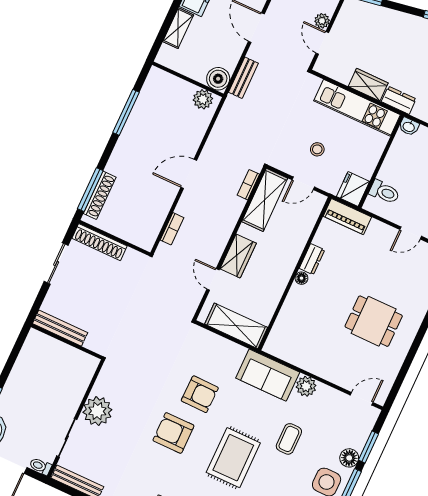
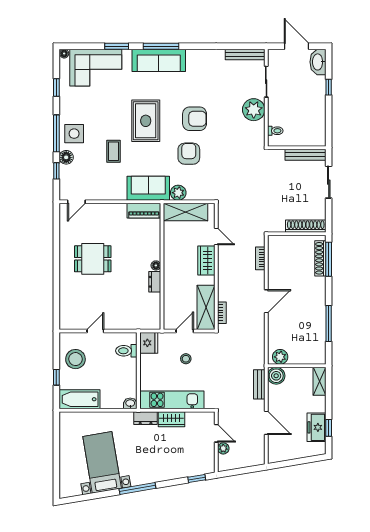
shelving: (178, 28) -> (320, 381), moved
piano: (347, 217) -> (144, 211), moved, turned 180
sliding door: (56, 263) -> (329, 182), moved
plant: (306, 386) -> (178, 193), moved
armchair: (200, 394) -> (189, 154), turned 89
window: (369, 447) -> (56, 171), width x0.67
toilet: (40, 466) -> (275, 131), moved

